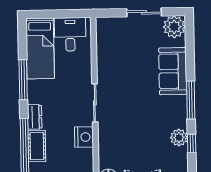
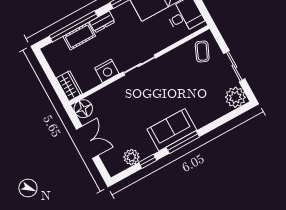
coffee table: (113, 36) -> (202, 51), added
sofa: (173, 71) -> (172, 130), moved
plant: (179, 138) -> (131, 157), moved

